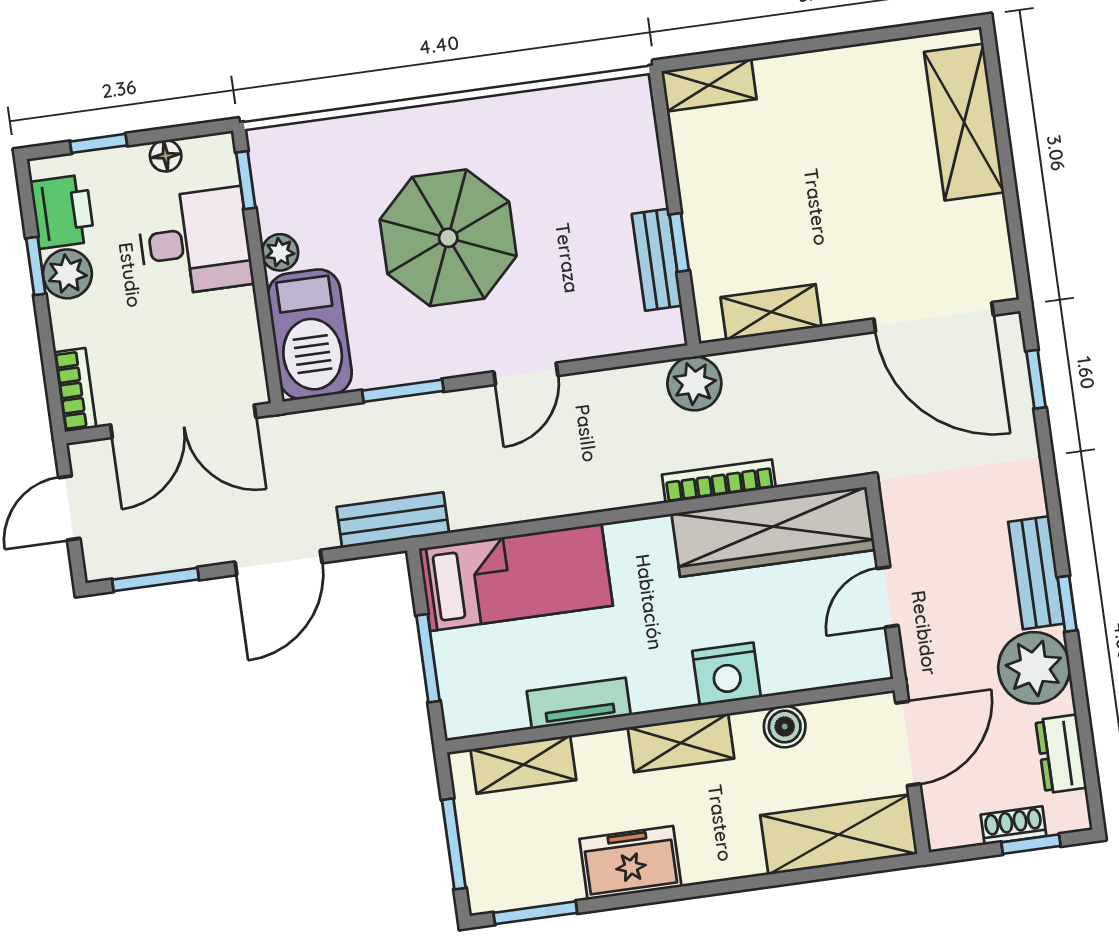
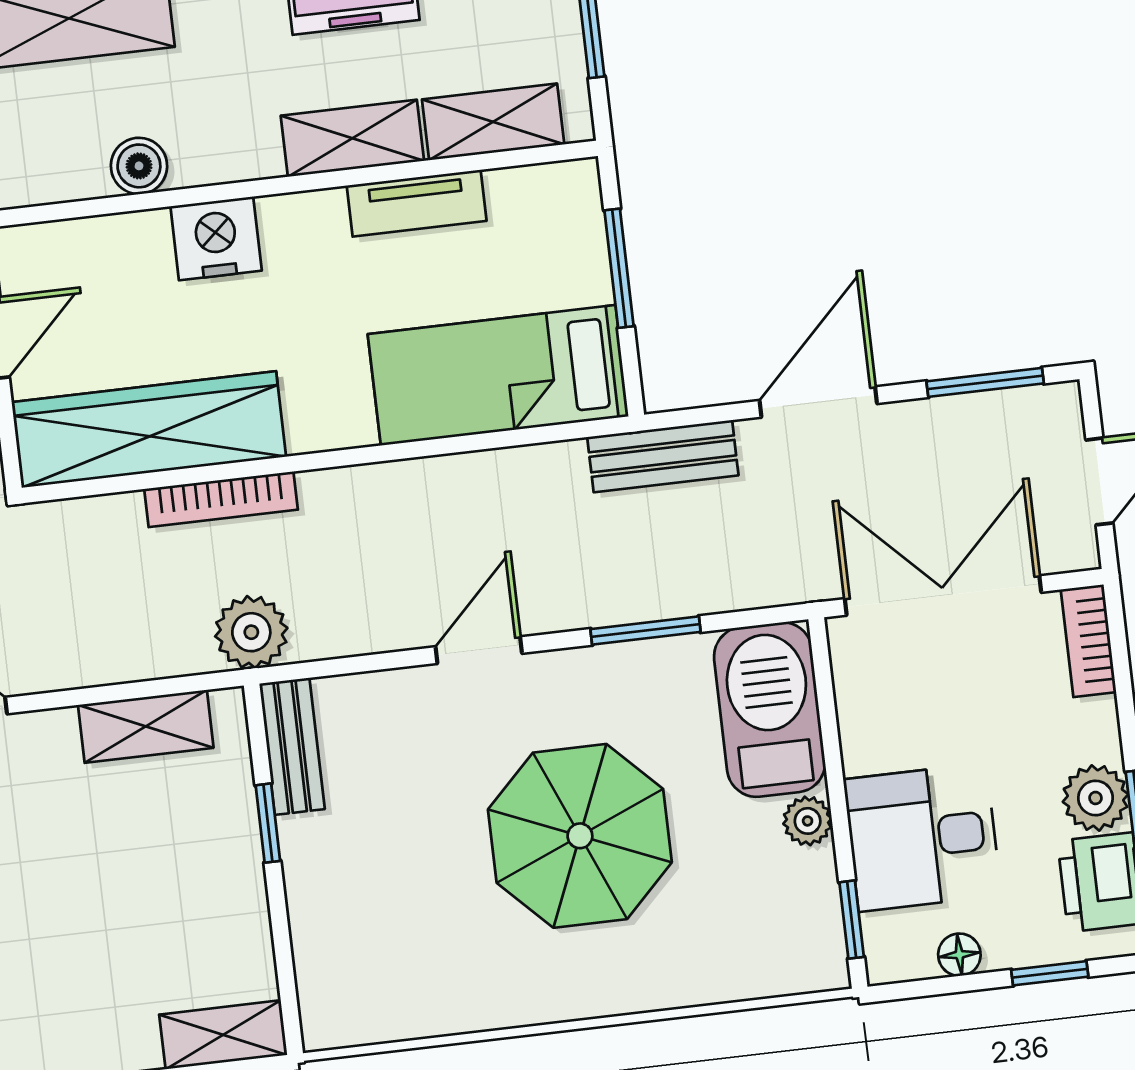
bench: (657, 260) -> (292, 746), moved
shelving: (681, 743) -> (352, 138), moved

